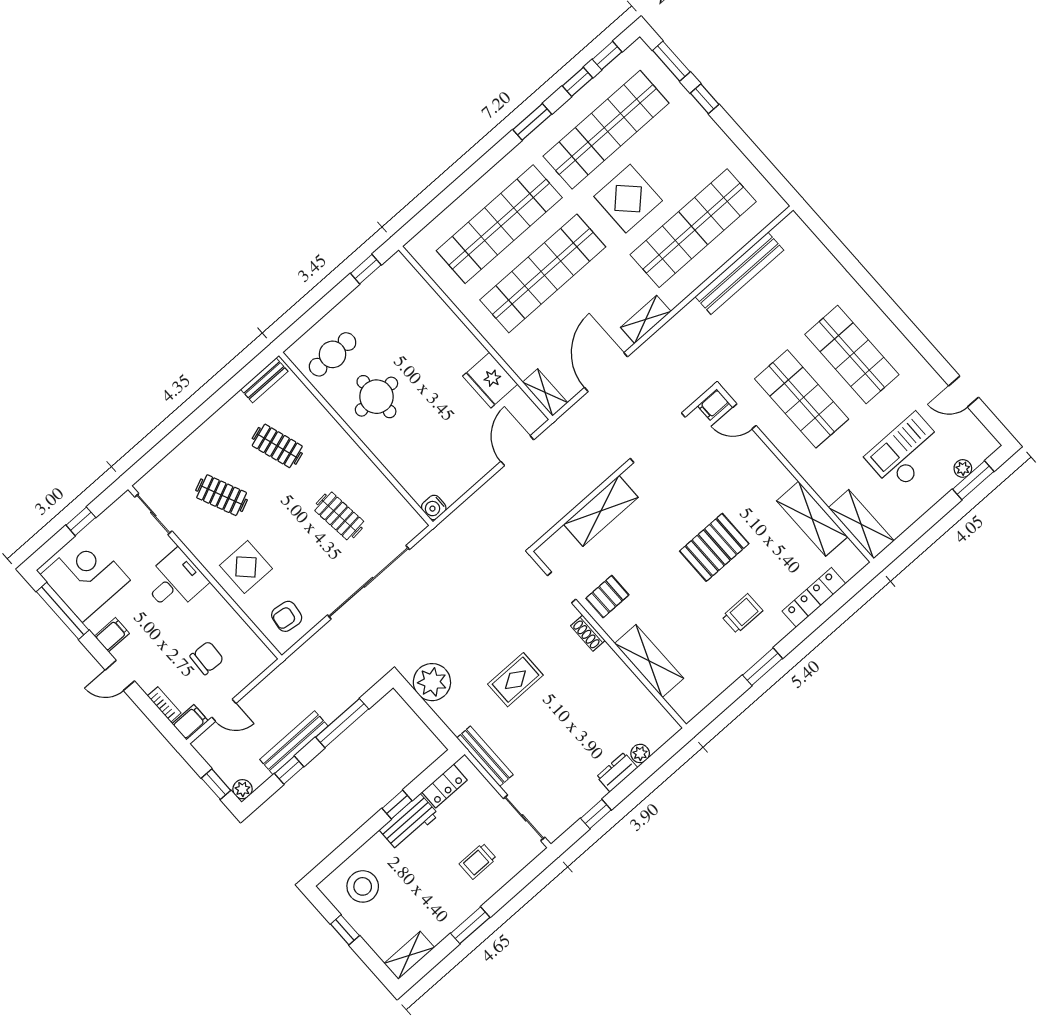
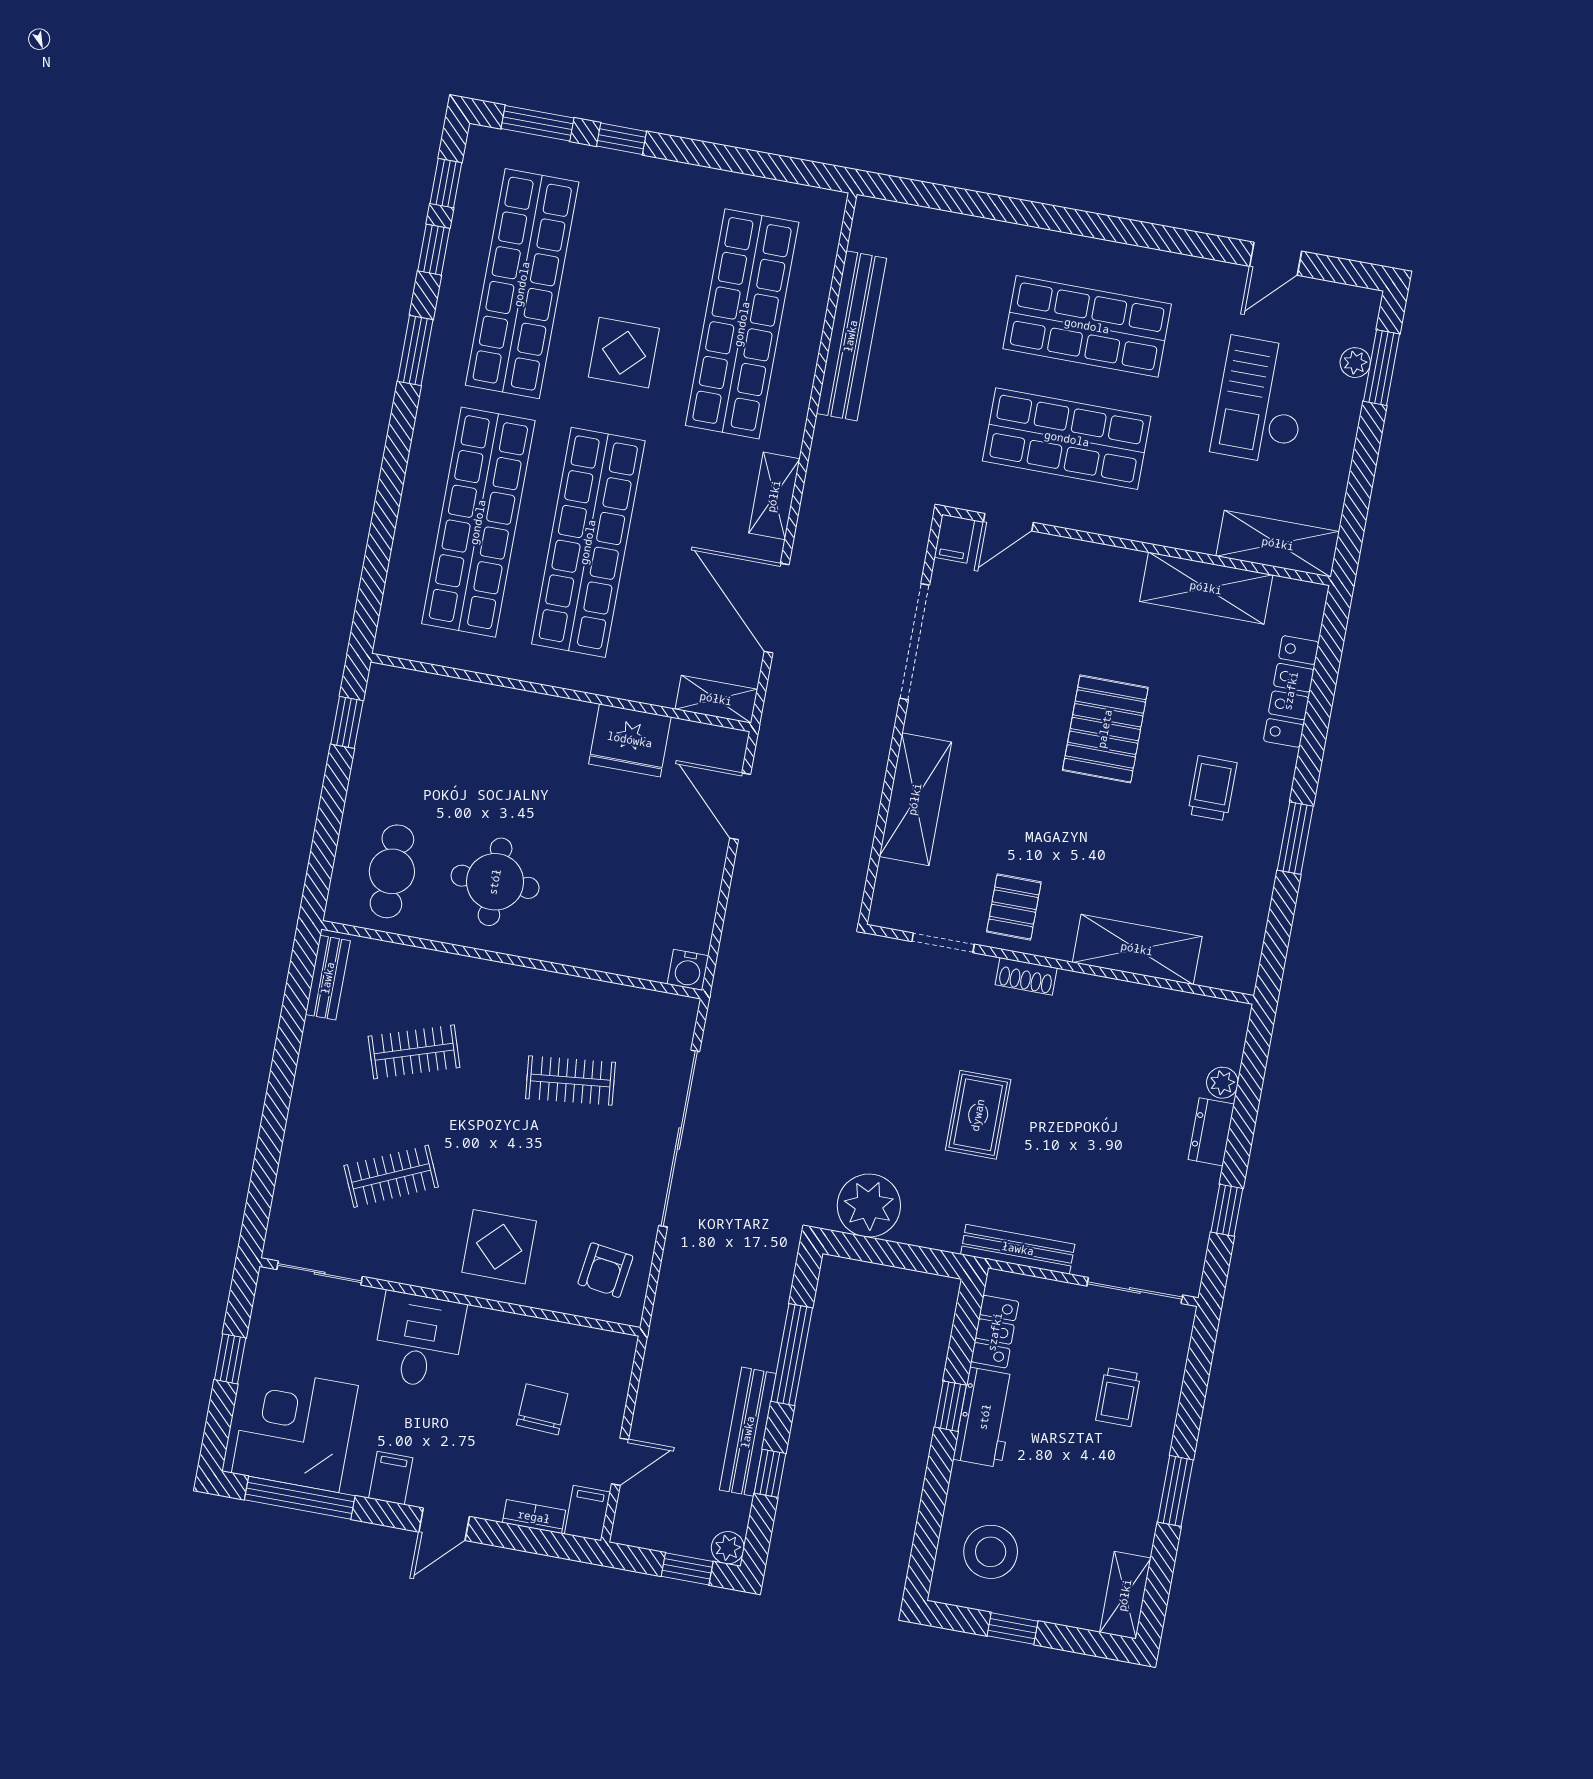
display table: (628, 199) -> (624, 353), width x0.73, depth x0.73

